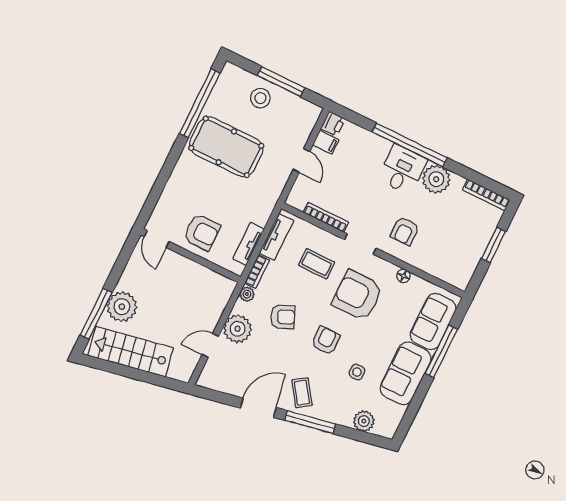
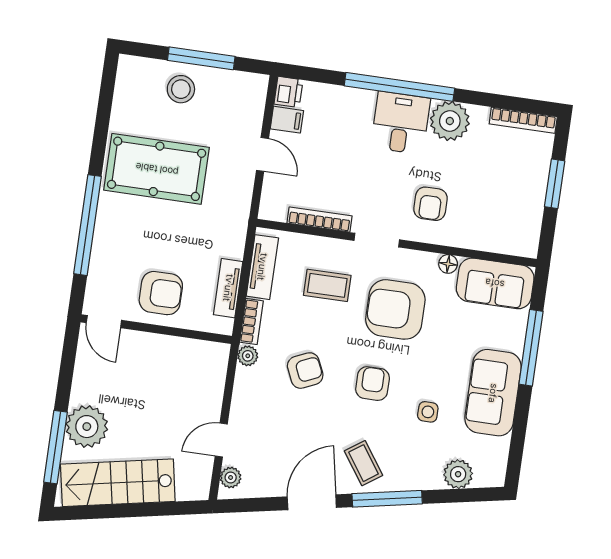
window: (200, 103) -> (88, 225), moved
sofa: (433, 321) -> (495, 283), moved, turned -90
plant: (238, 329) -> (231, 477), moved, width x0.53, depth x0.53

